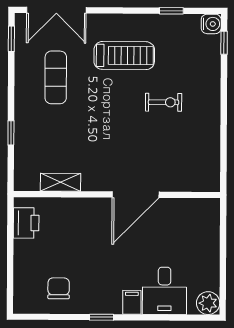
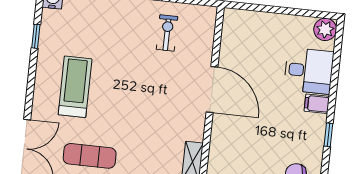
exercise bike: (164, 102) -> (167, 33), moved

